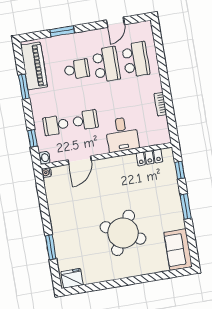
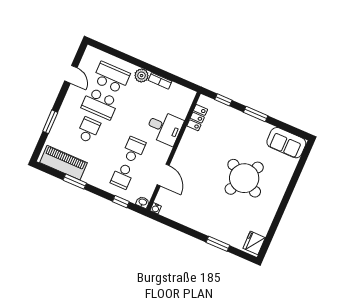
school desk: (106, 64) -> (100, 104), turned 180
plant: (155, 85) -> (142, 76), added

